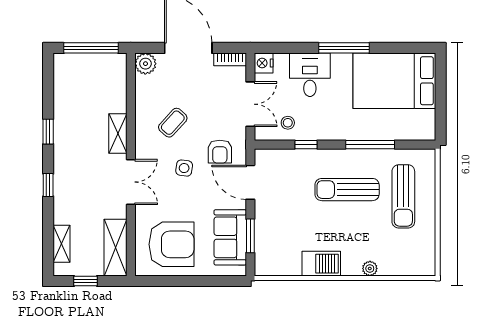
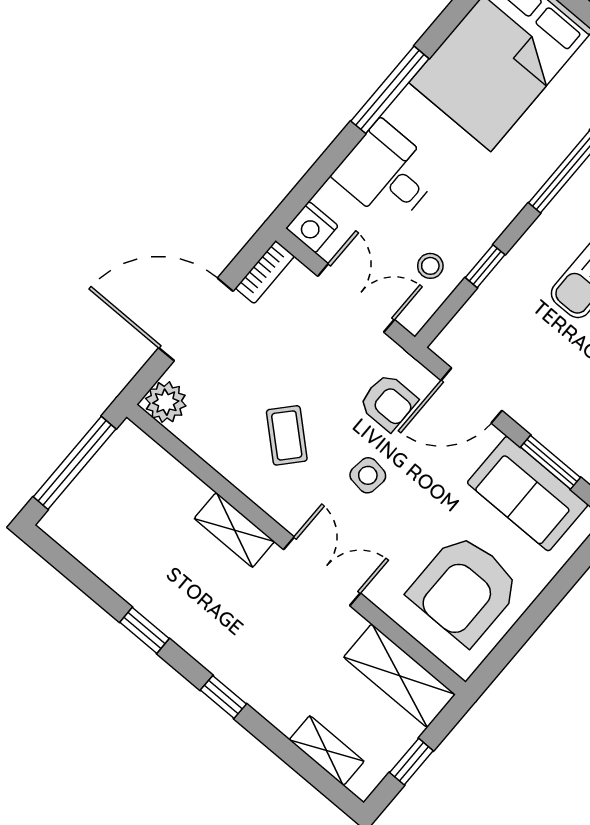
armchair: (171, 244) -> (465, 589), turned 180

